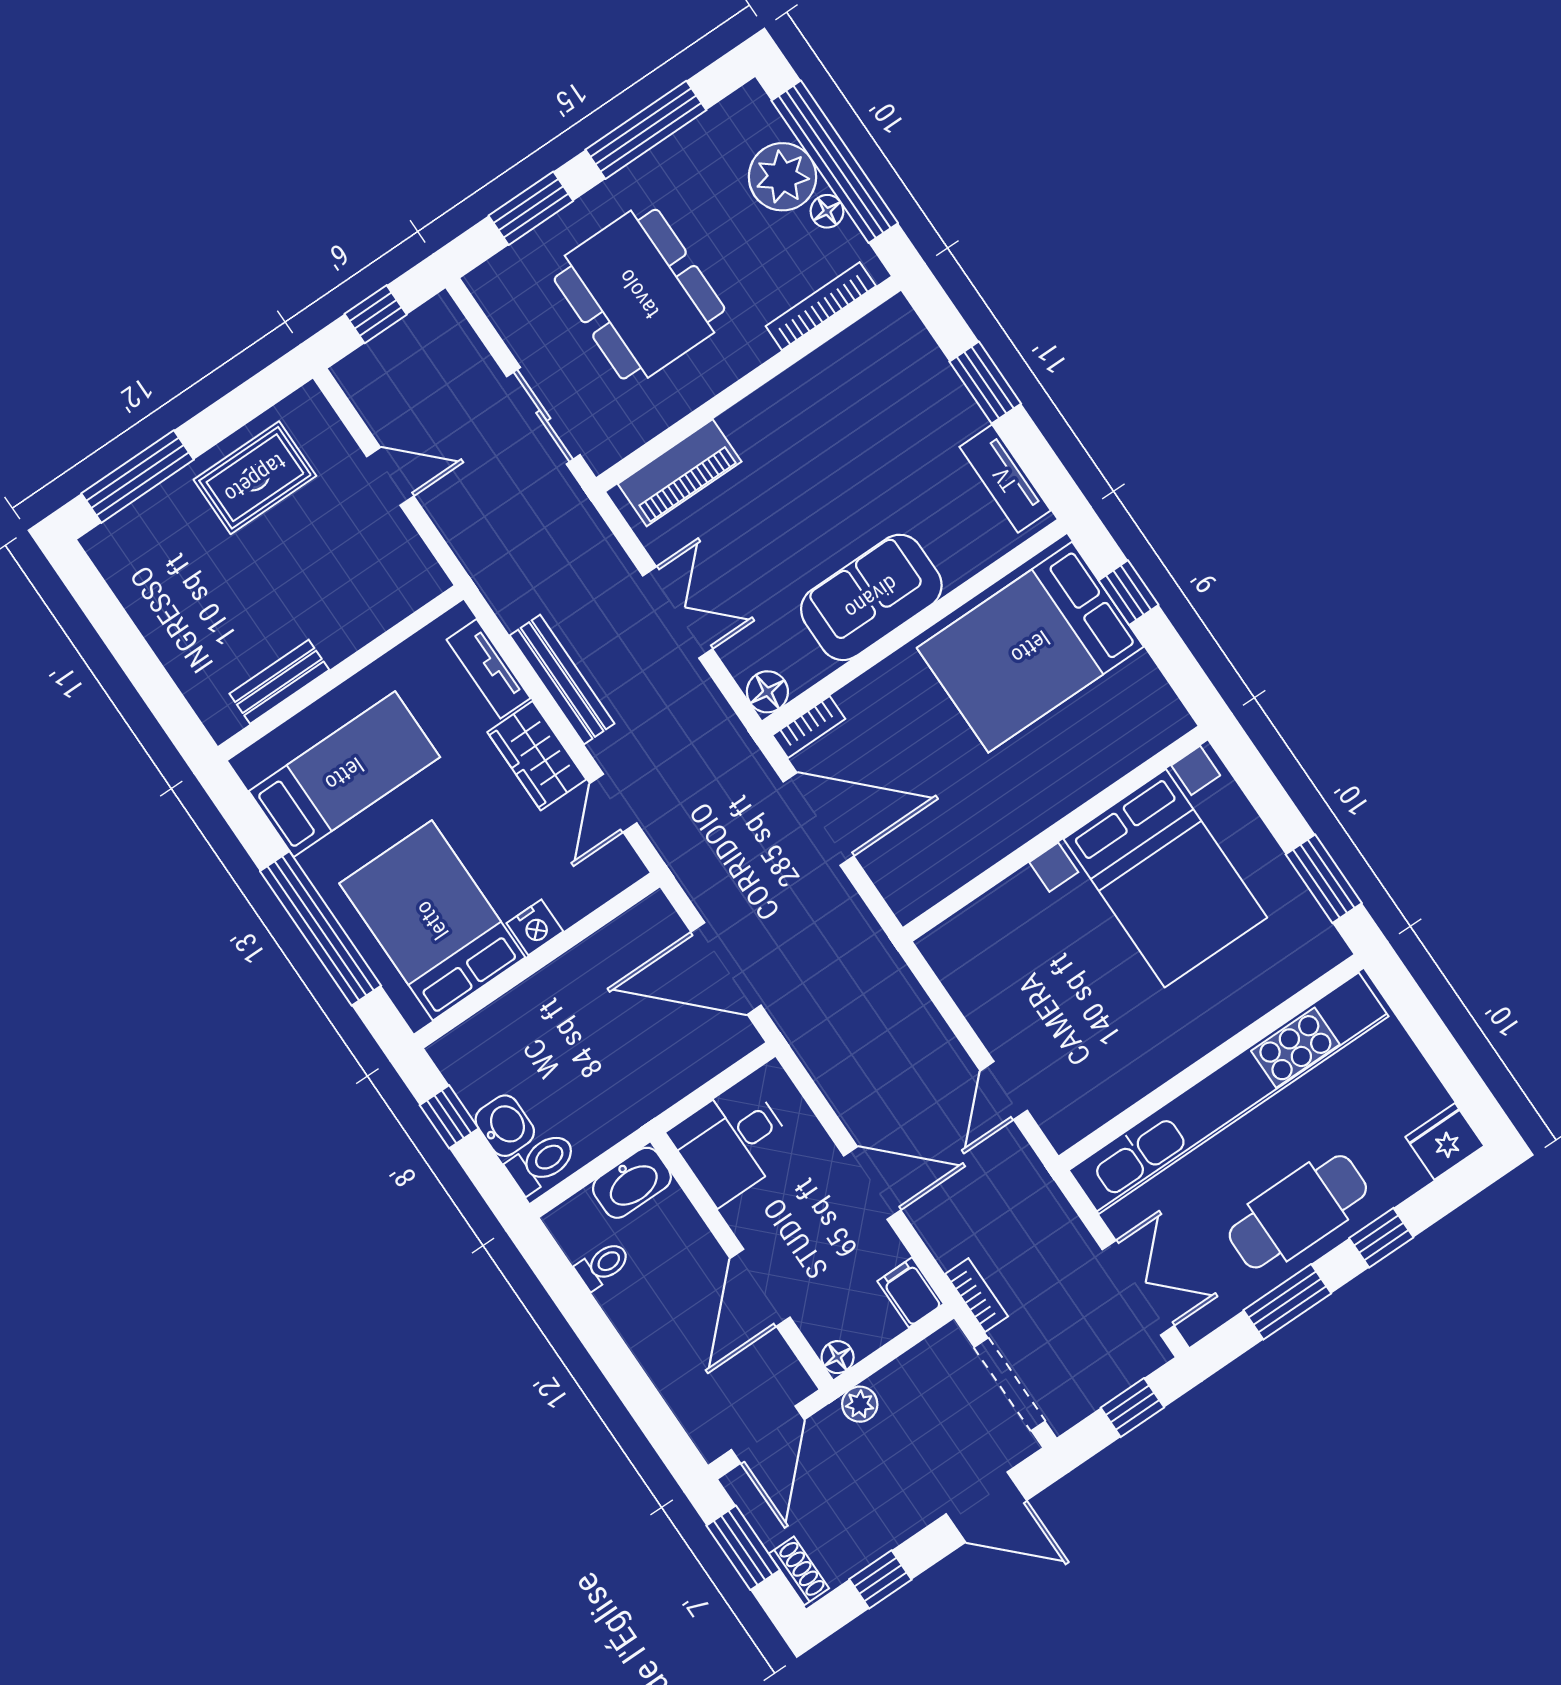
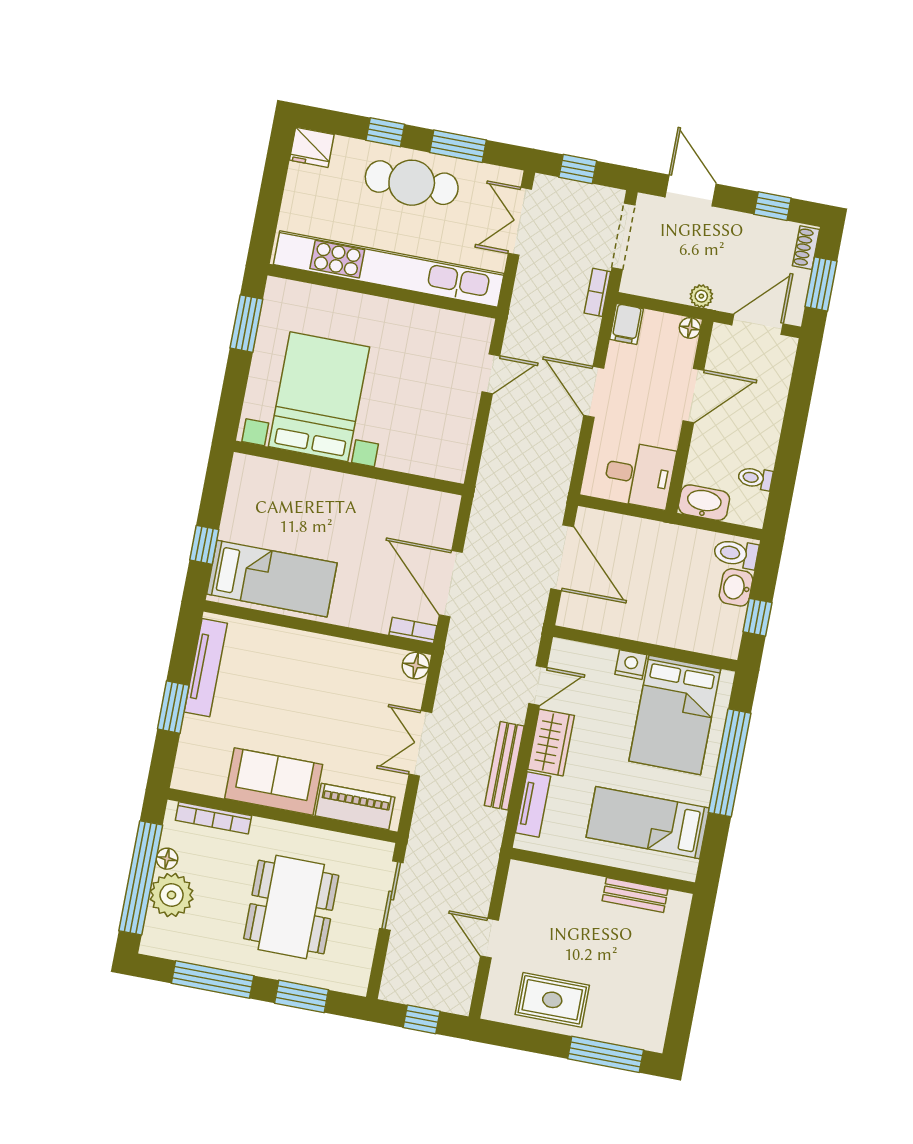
tv unit: (1005, 479) -> (206, 668), width x1.41
sofa: (871, 597) -> (274, 782), moved, turned 180
bed: (1030, 647) -> (272, 579), width x0.67

